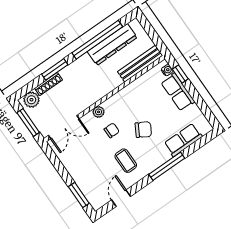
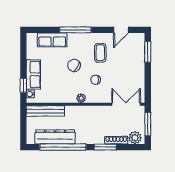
plant: (98, 112) -> (81, 98), moved

